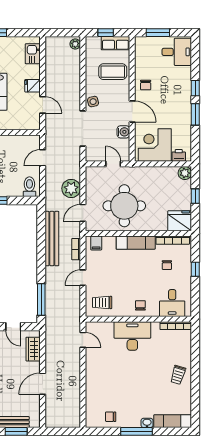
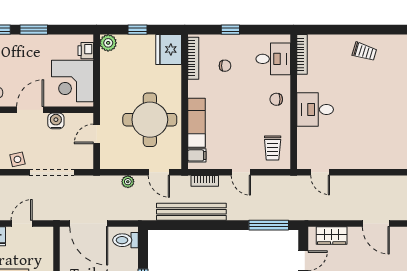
door: (43, 158) -> (89, 224), width x1.87
plant: (71, 188) -> (128, 182), width x0.53, depth x0.53
exam couch: (136, 243) -> (197, 123), moved
desk: (132, 336) -> (315, 109), width x0.73
door: (83, 340) -> (320, 172), swing flipped

